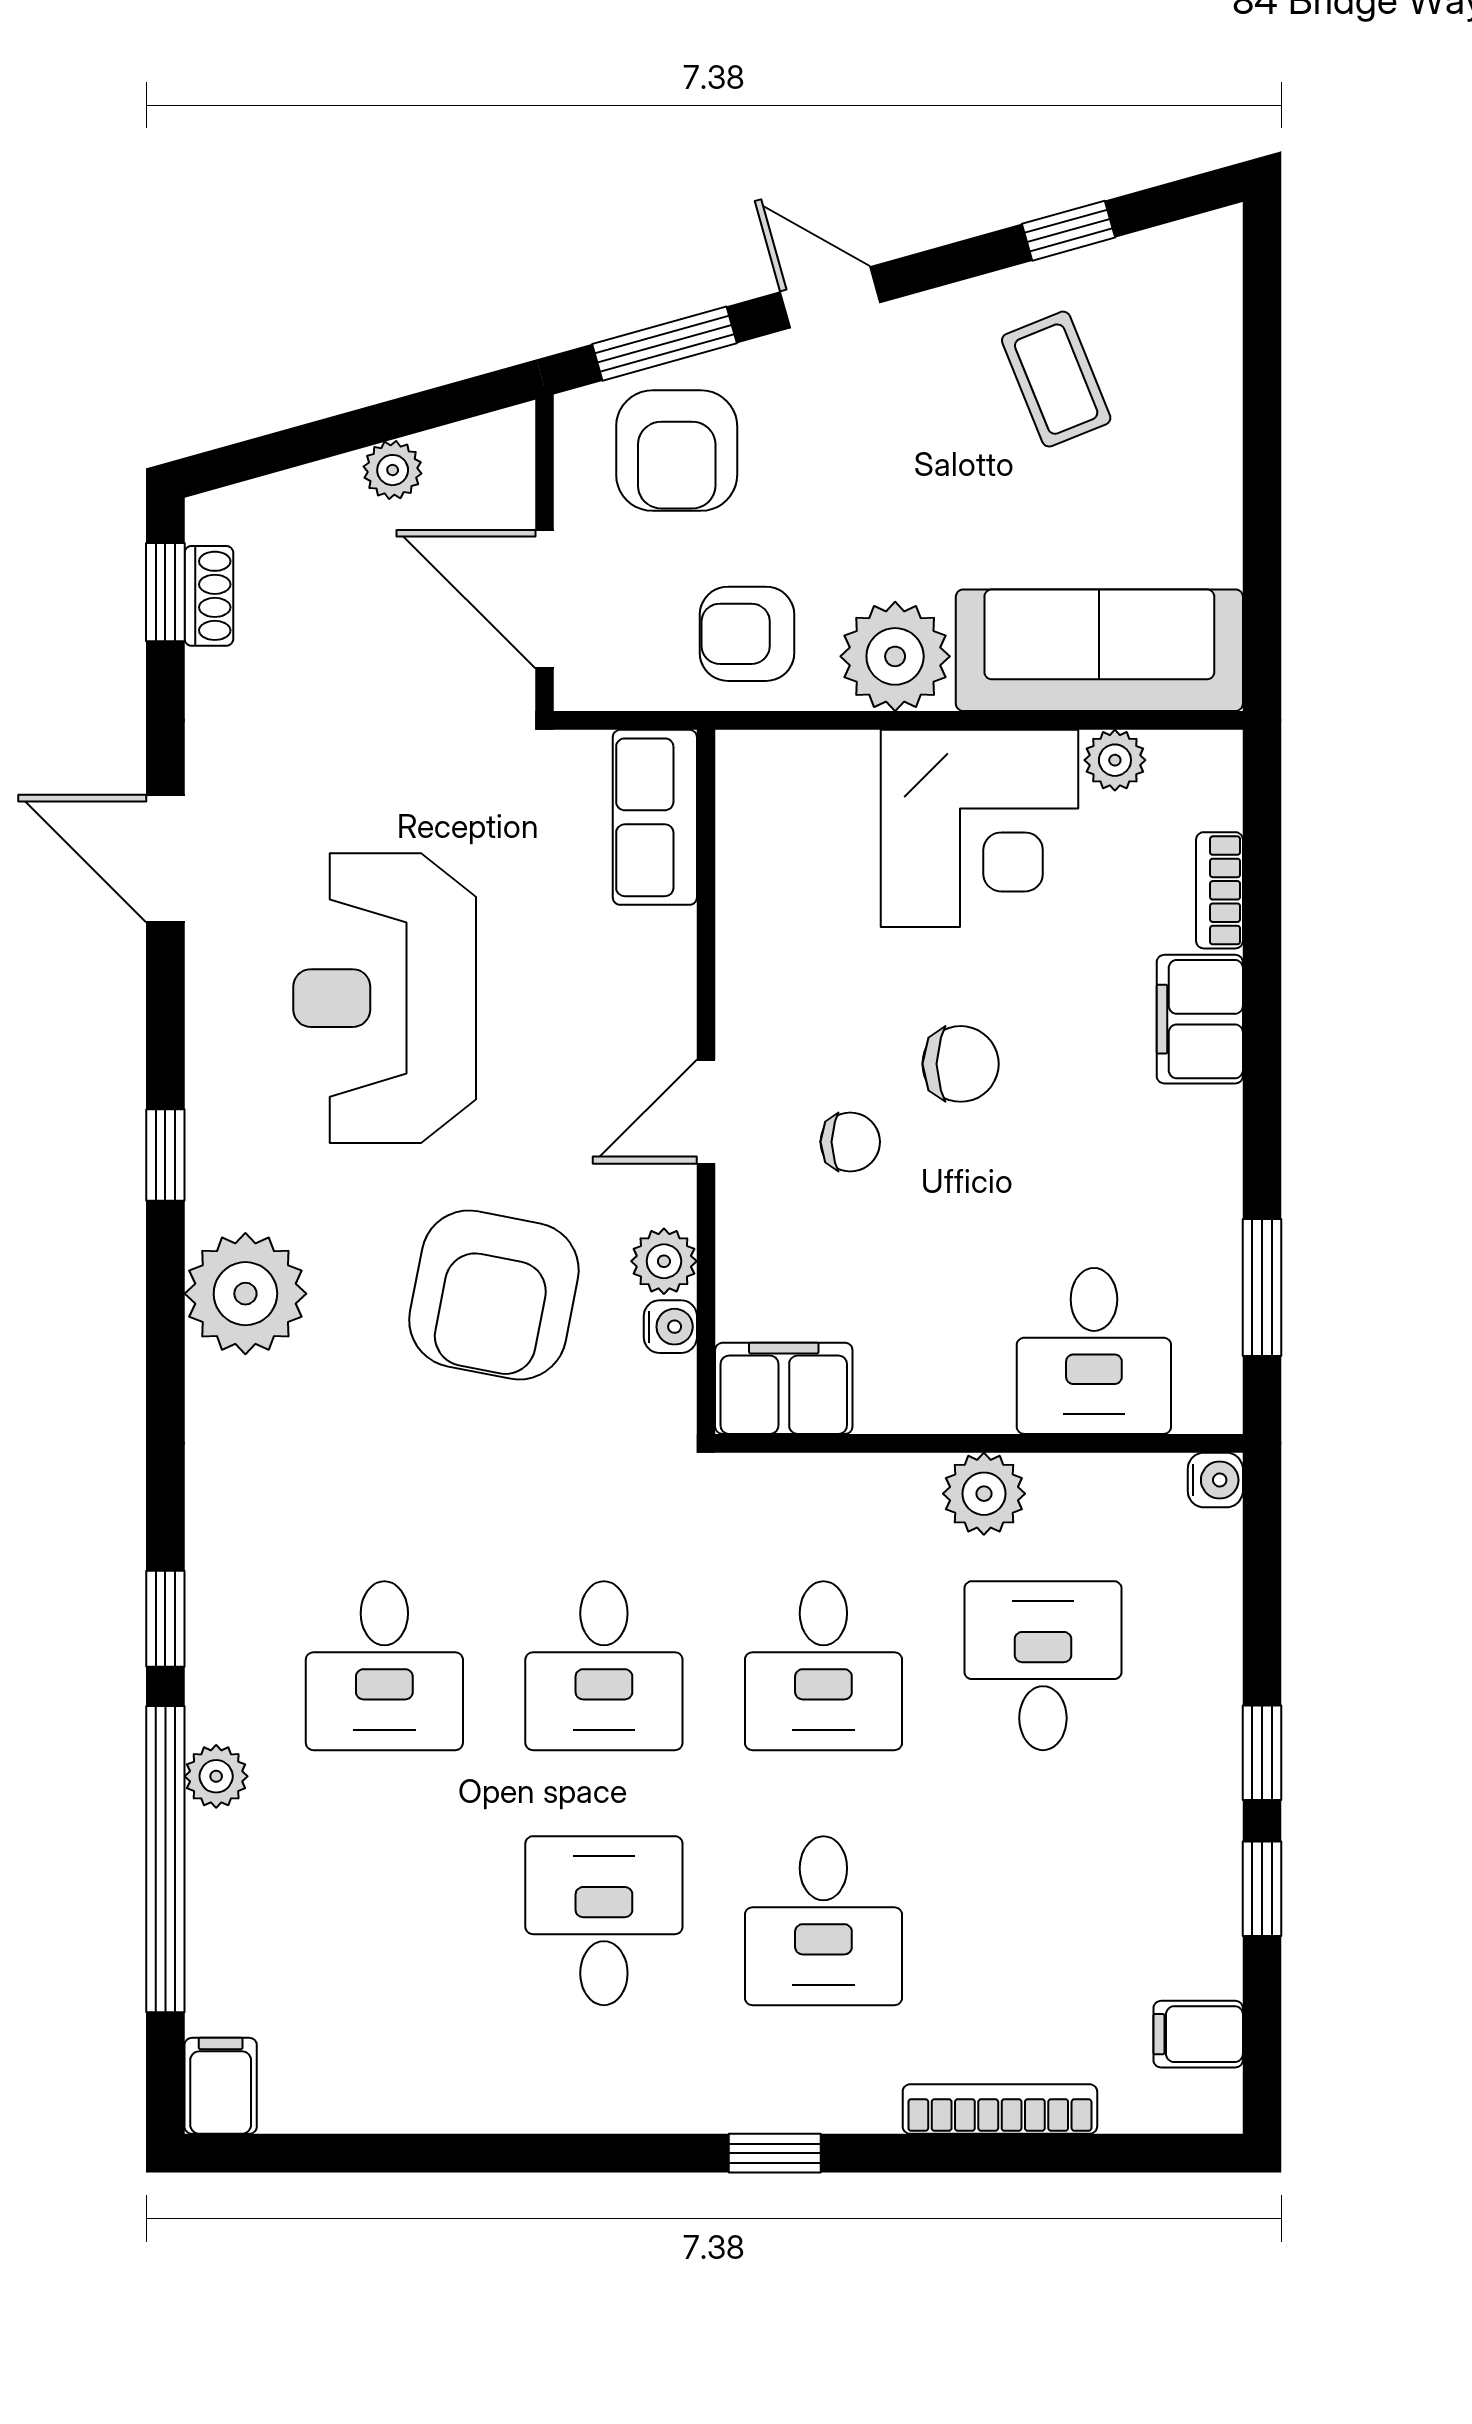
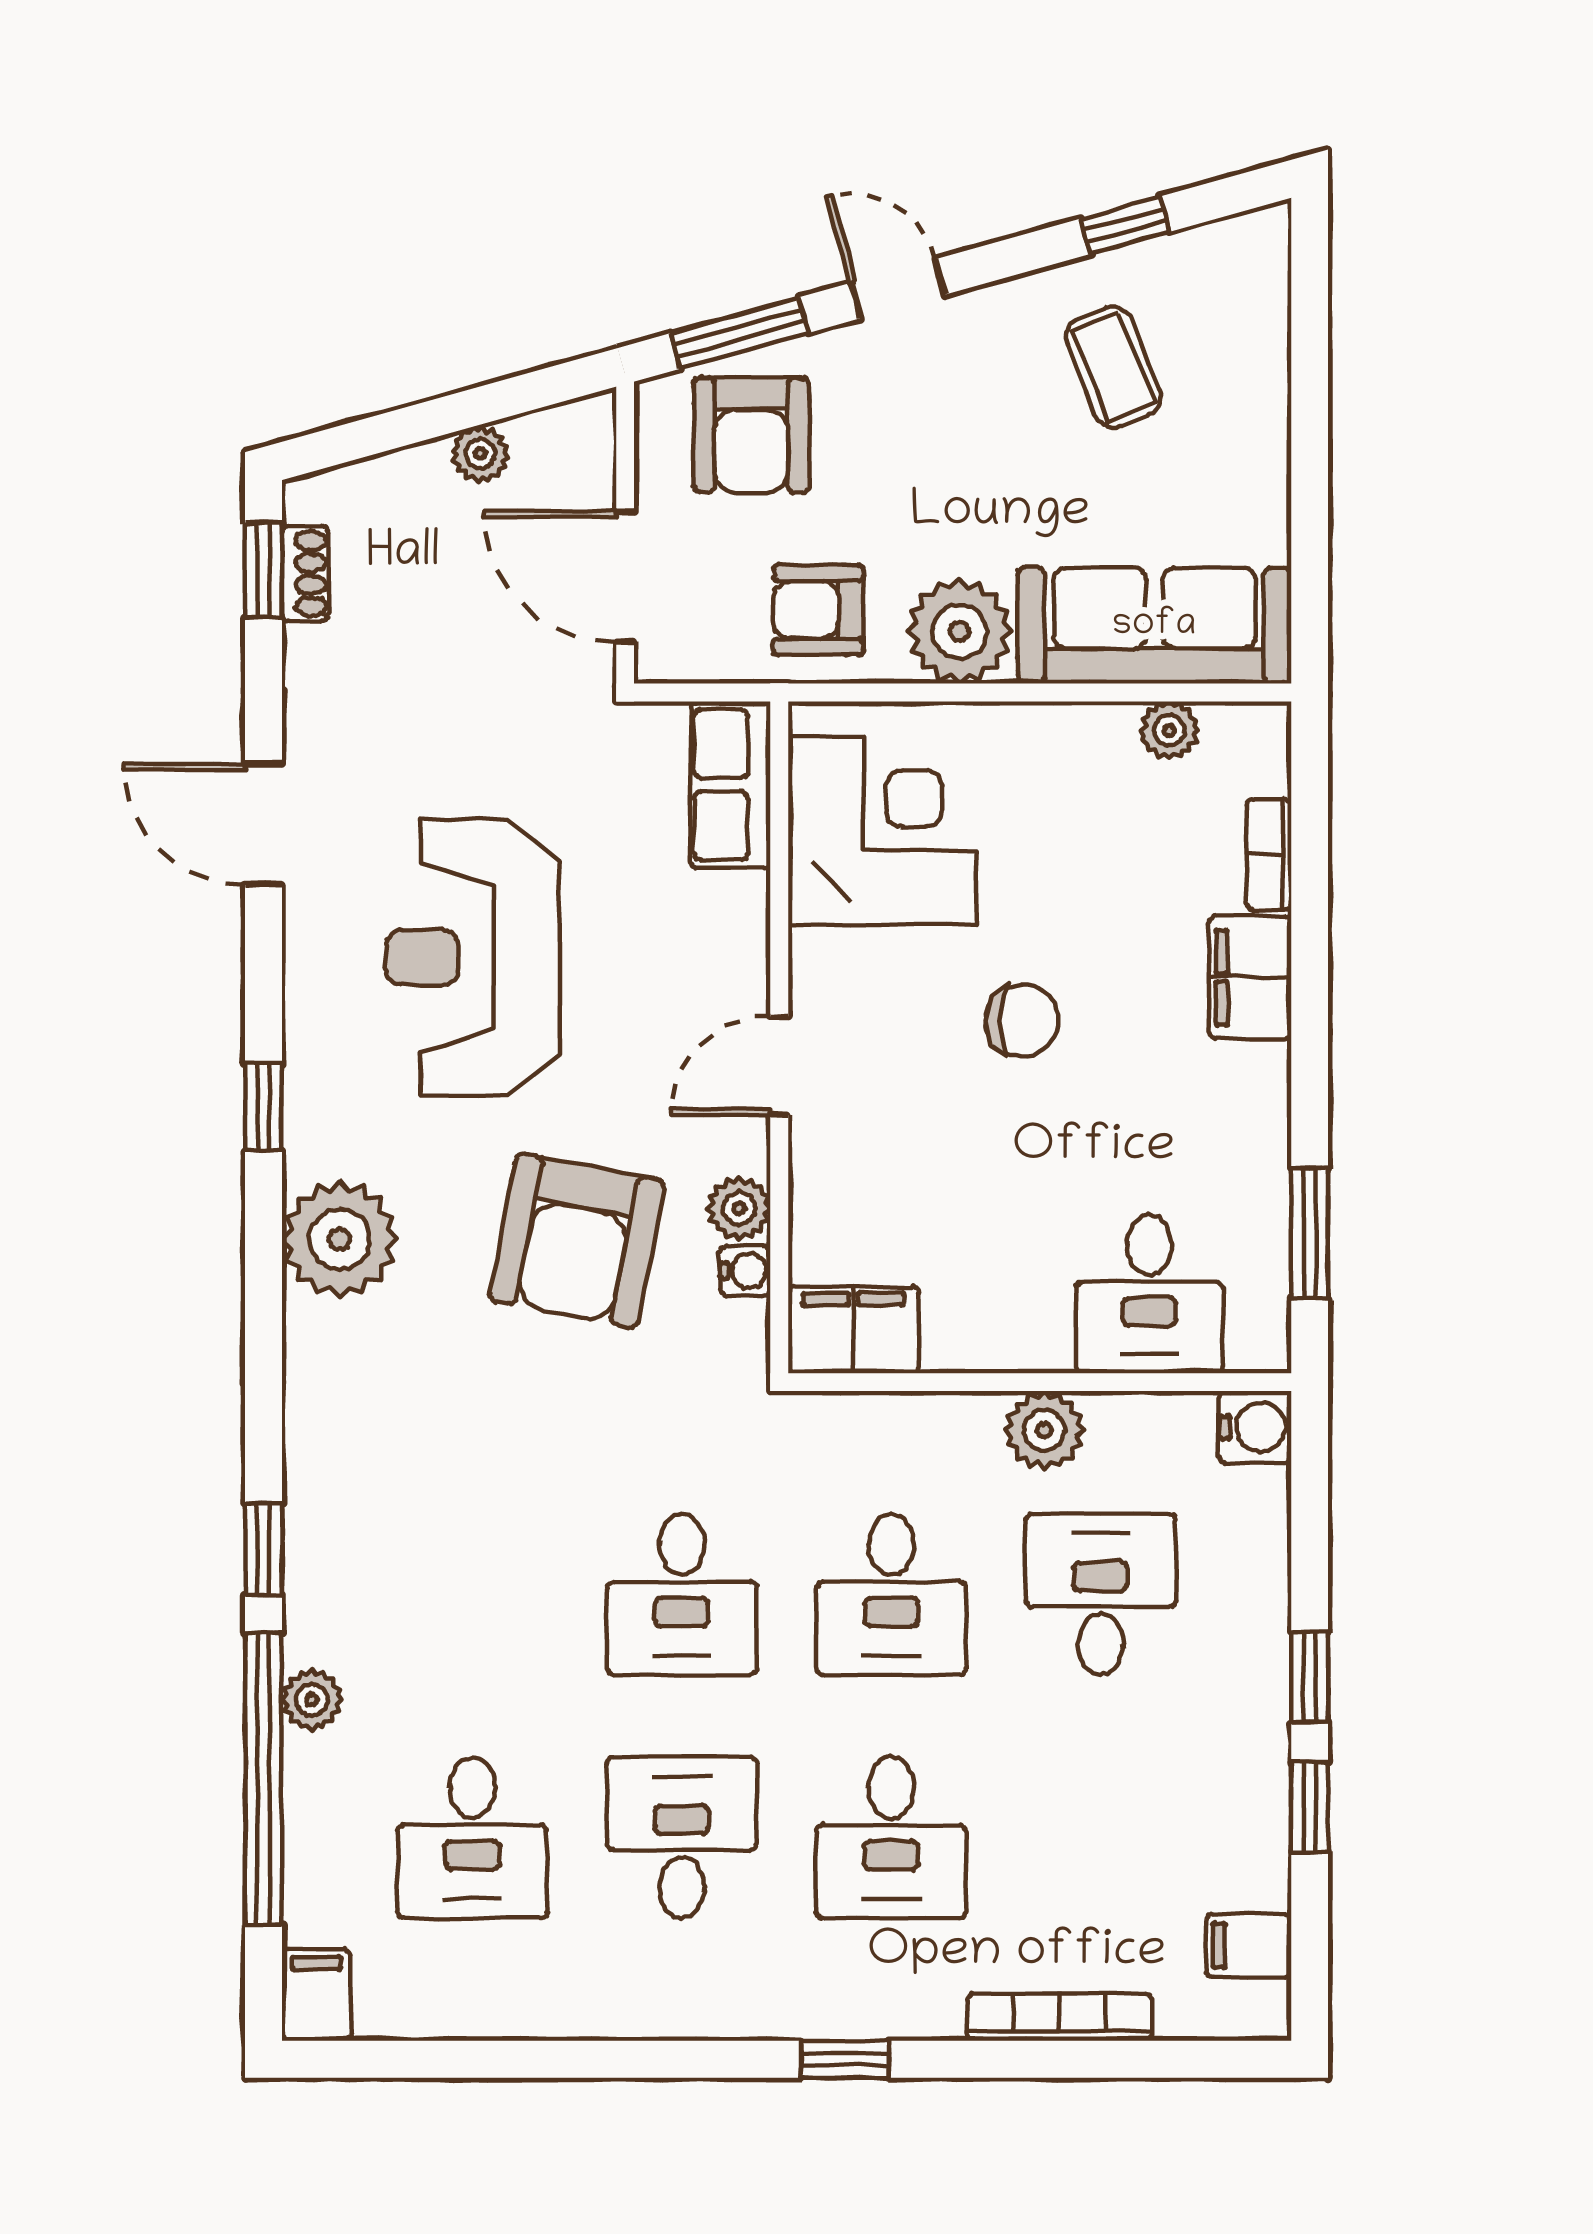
corner desk: (980, 828) -> (882, 831), moved, turned -90
chair: (850, 1142) -> (917, 1095), removed
water cooler: (1215, 1480) -> (1255, 1427), width x1.38, depth x1.38
desk: (384, 1666) -> (472, 1838), moved

